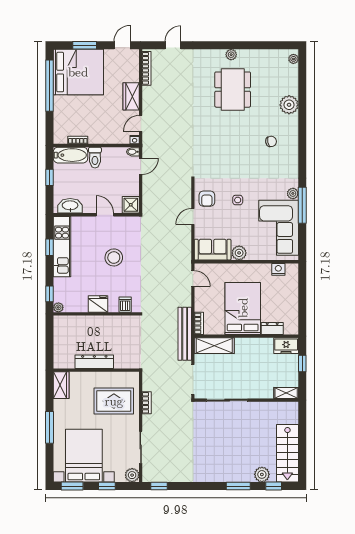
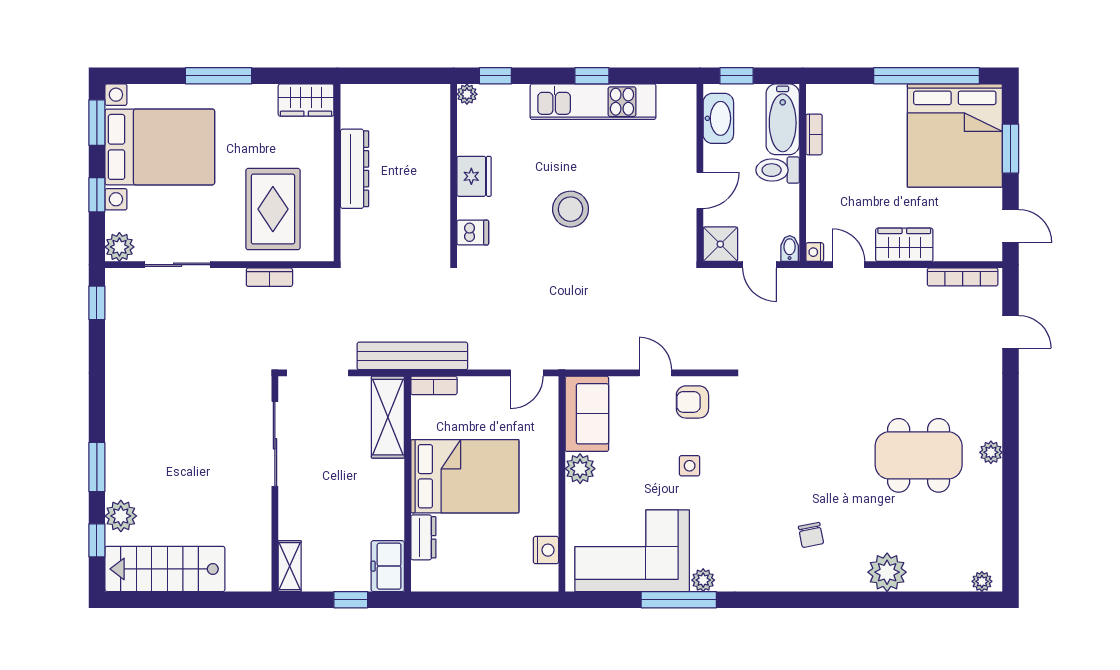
shower: (131, 205) -> (720, 244), moved
washbasin: (70, 206) -> (718, 118), moved
wall: (96, 215) -> (700, 173), moved
door: (105, 215) -> (700, 190), moved

